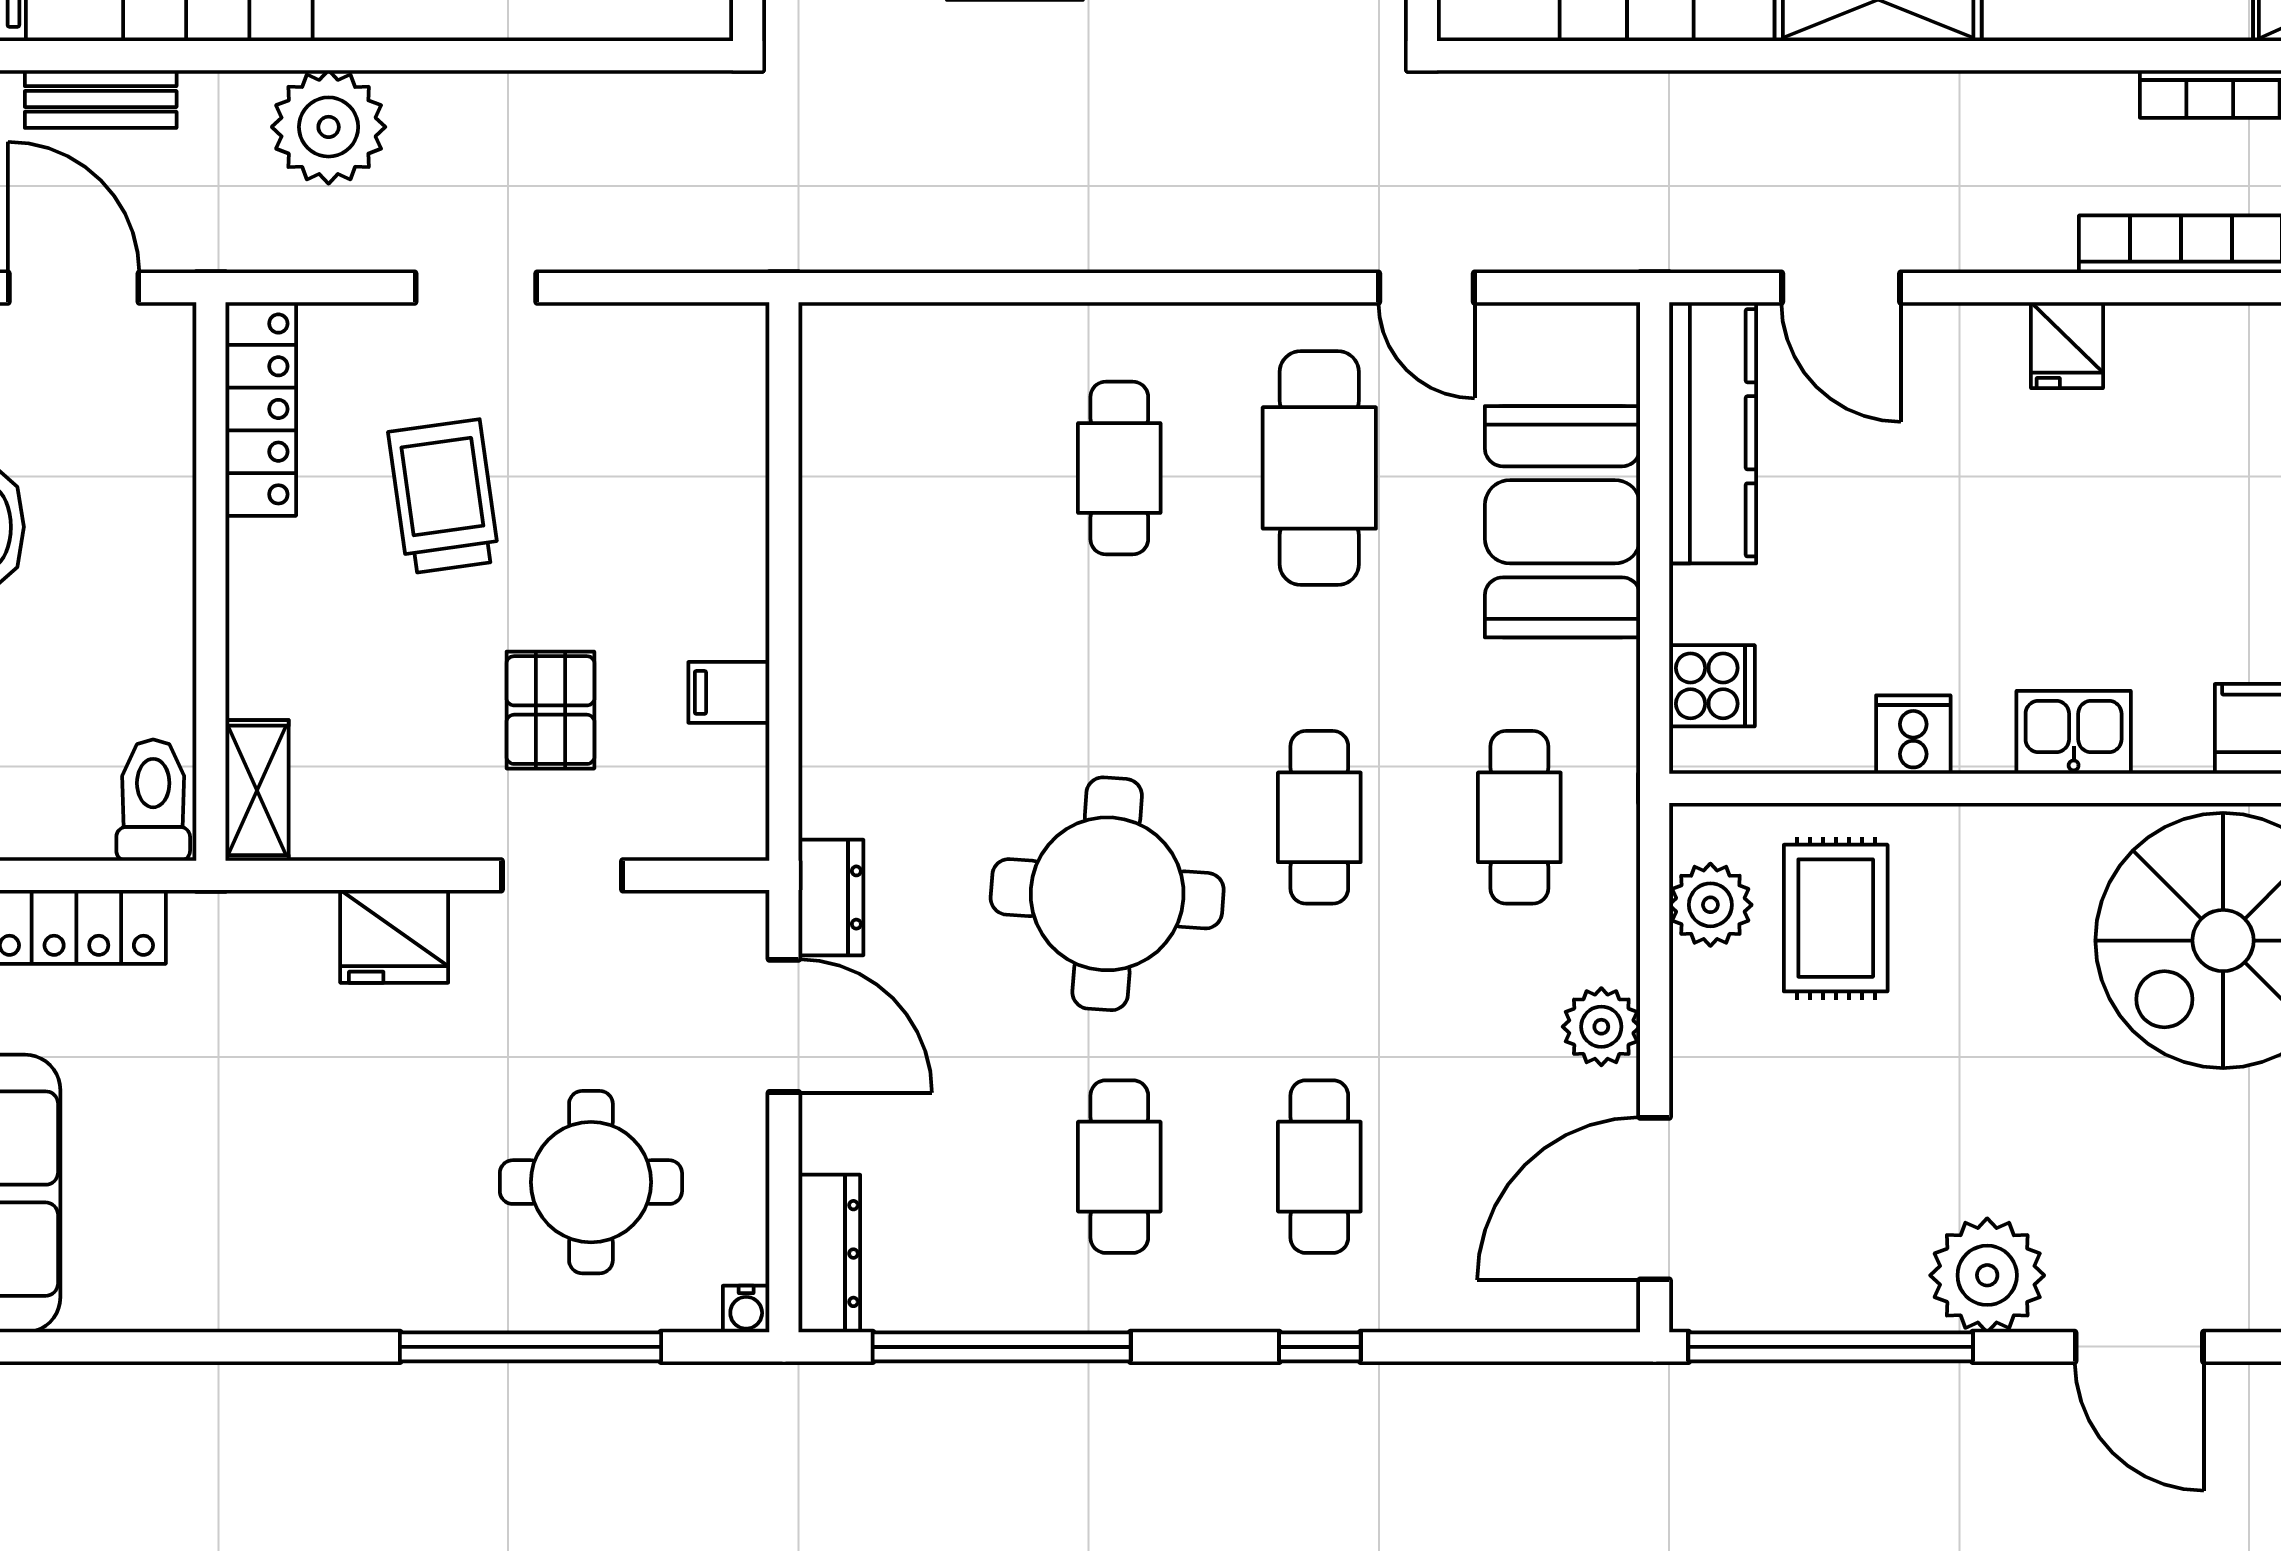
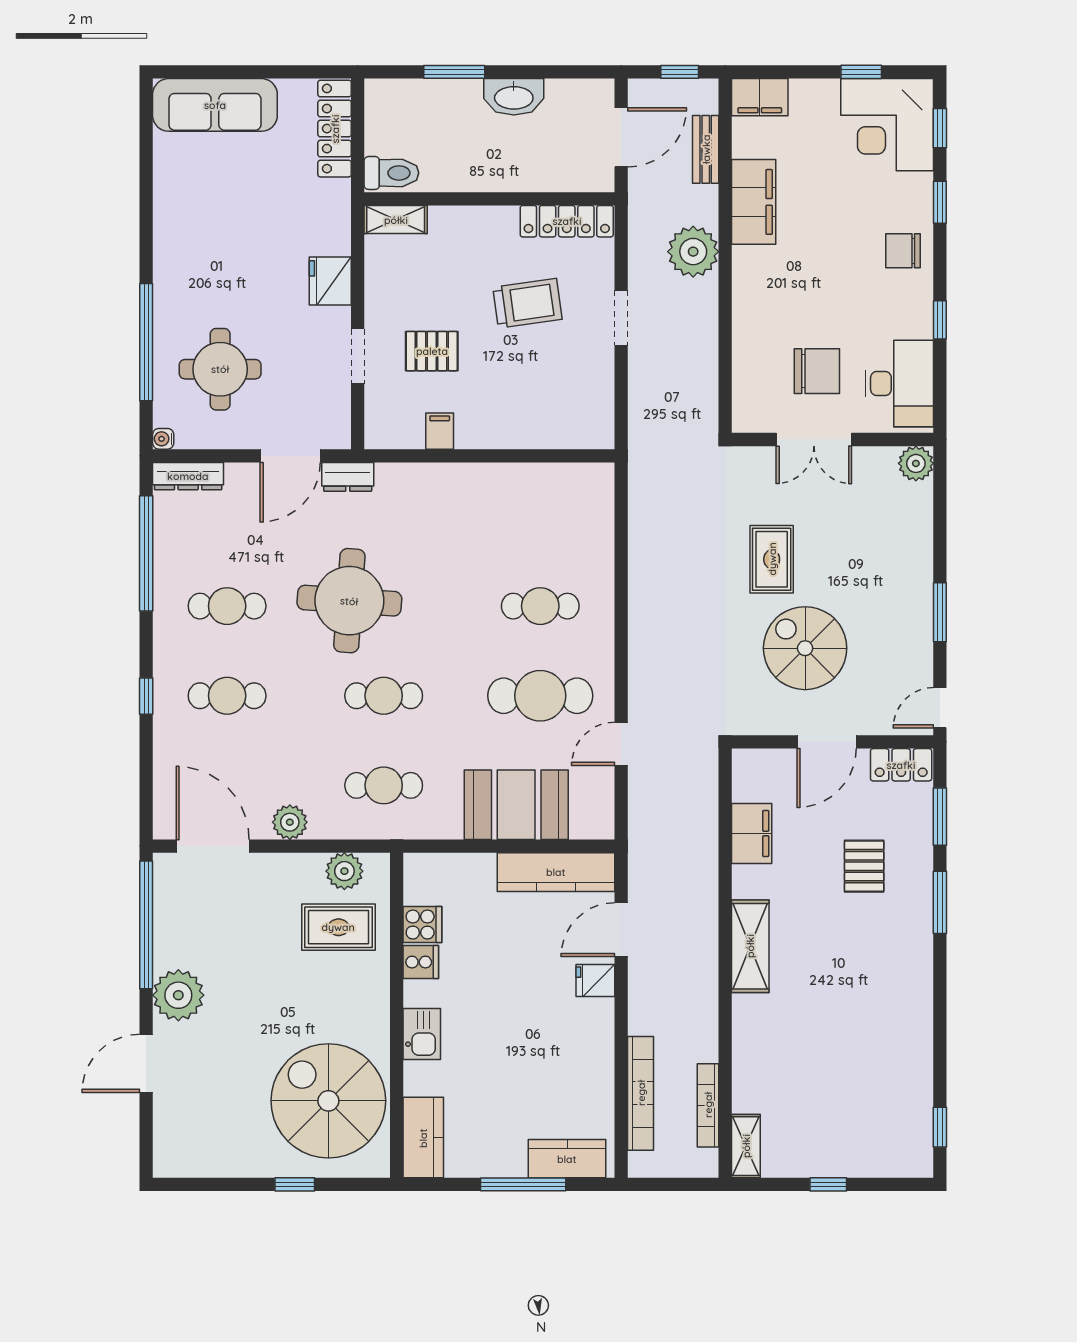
fridge: (2067, 345) -> (595, 981), moved
cooker: (1712, 686) -> (422, 925), moved, turned -90

